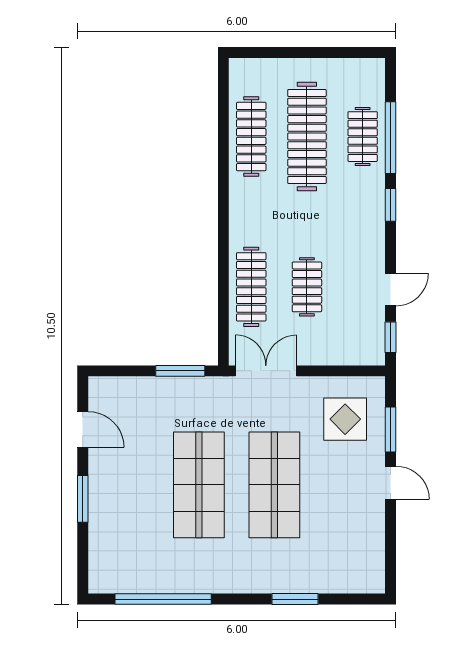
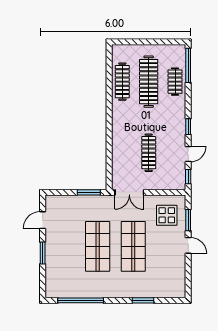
window: (390, 138) -> (188, 65), moved
window: (390, 205) -> (188, 127), moved
clothes rail: (251, 287) -> (122, 153), removed
clothes rail: (307, 287) -> (149, 153), width x1.36
double door: (266, 371) -> (129, 192), swing flipped
door: (83, 429) -> (43, 220), swing flipped

